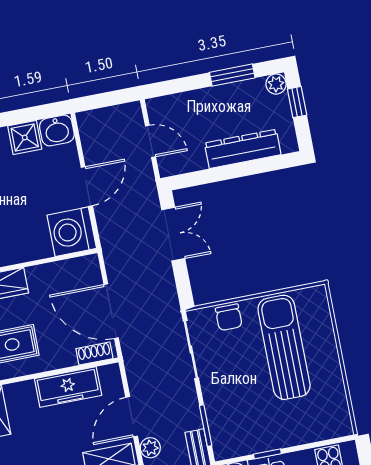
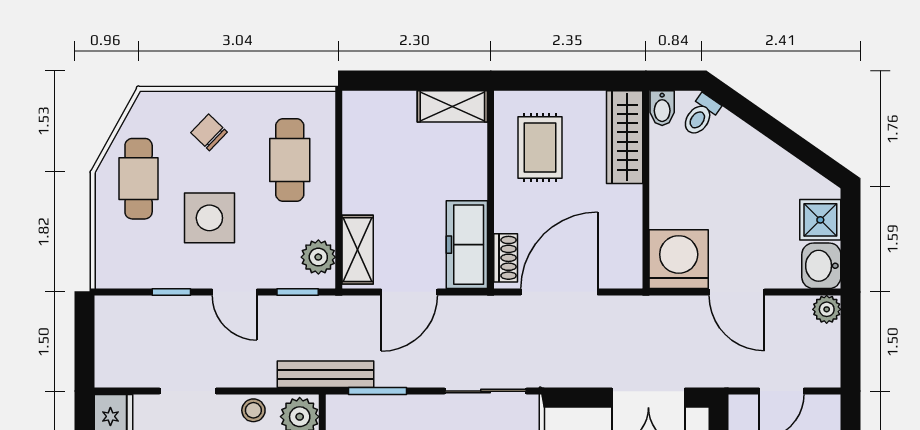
freezer: (68, 387) -> (467, 245), moved
door: (132, 417) -> (409, 292), swing flipped
plant: (150, 448) -> (827, 309), moved

